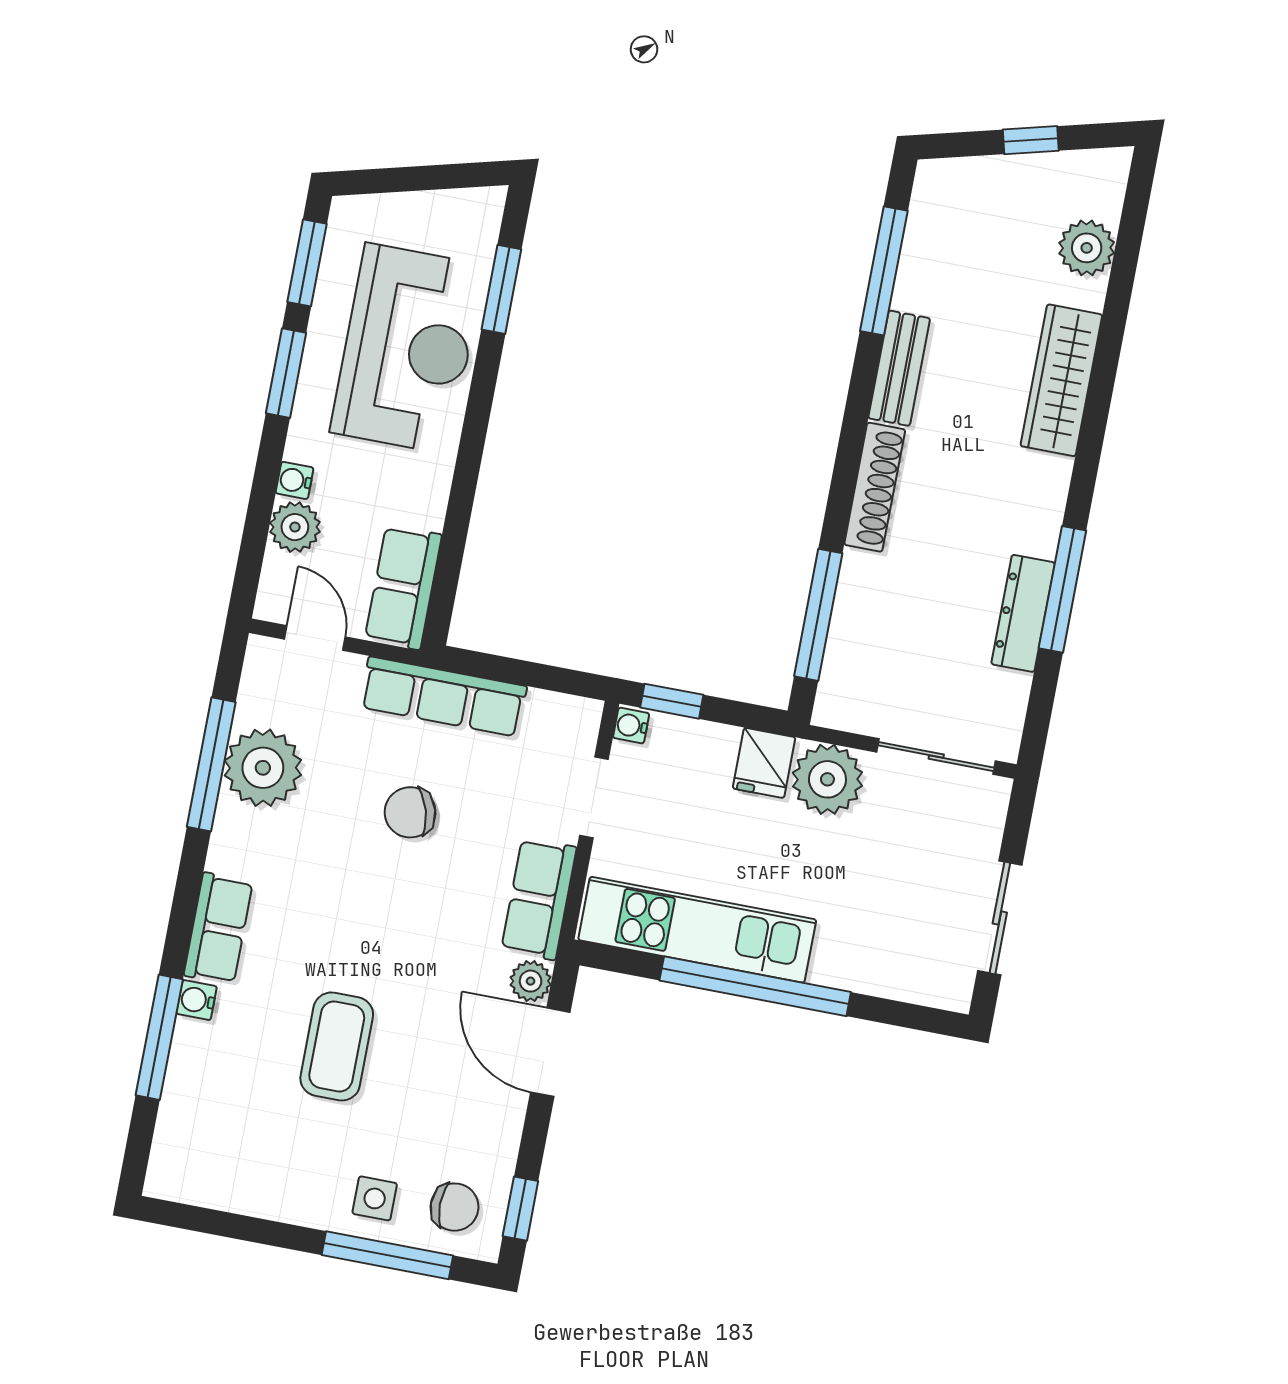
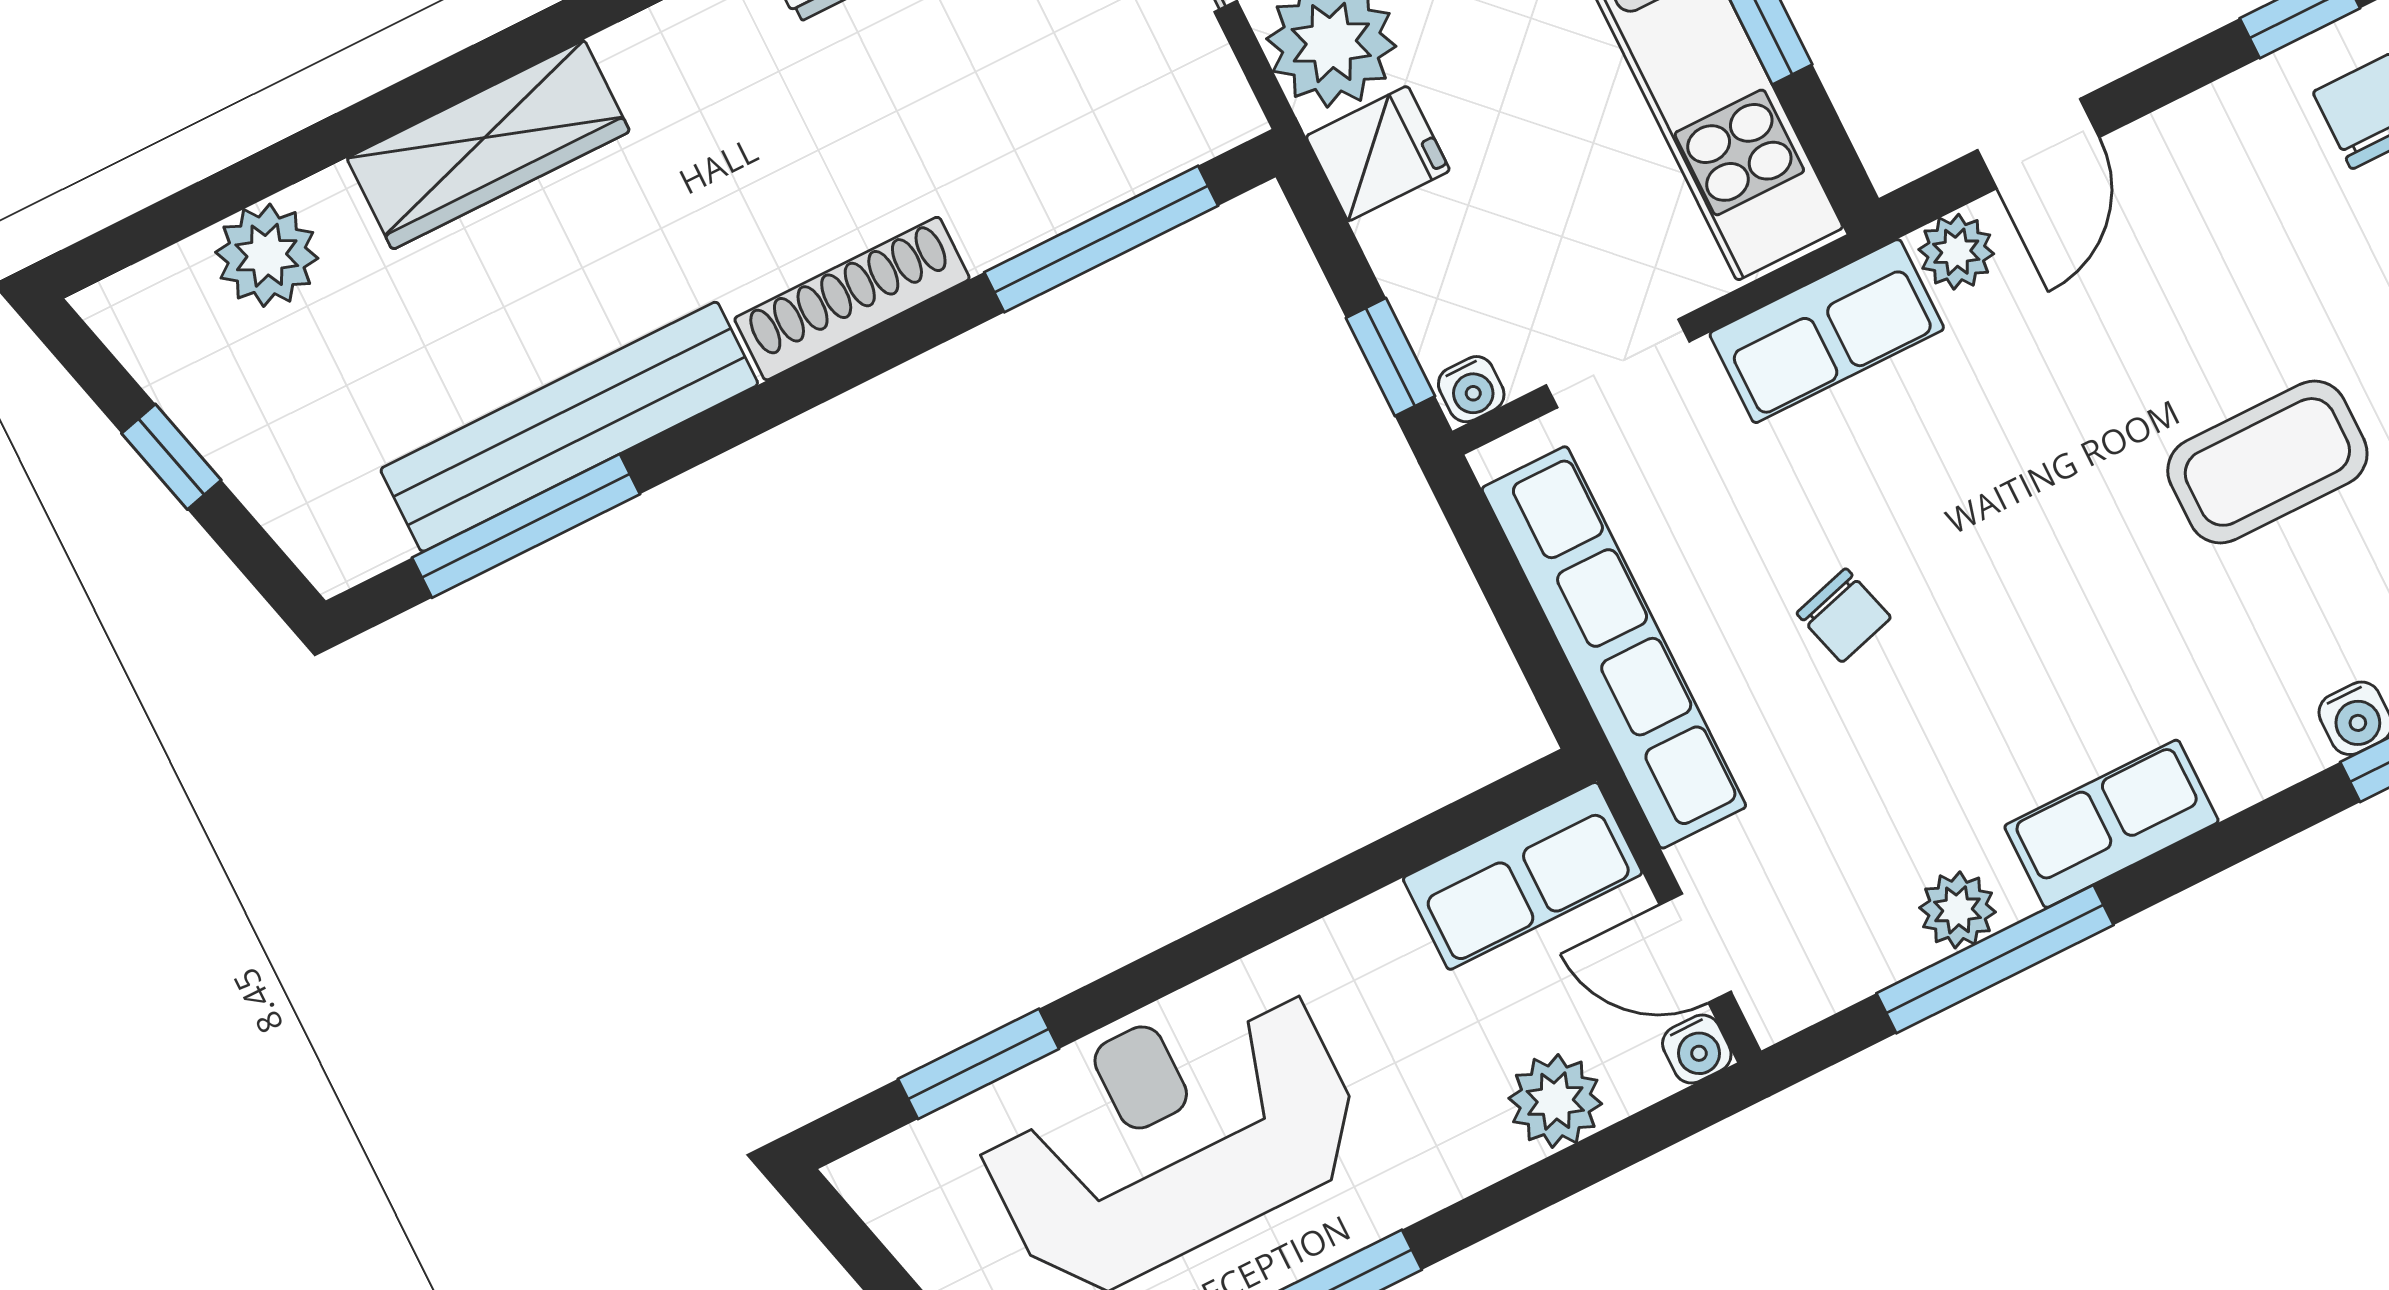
bench: (899, 368) -> (569, 427), width x1.86, depth x1.21
water cooler: (295, 480) -> (1697, 1049), moved
door: (315, 638) -> (1695, 948), hinge flipped
row of seats: (443, 697) -> (1614, 647), width x1.36
plant: (263, 768) -> (1958, 910), width x0.53, depth x0.53
chair: (410, 812) -> (1844, 615), width x0.73, depth x0.73
row of seats: (218, 928) -> (2112, 824), moved
door: (550, 1052) -> (2038, 144), width x0.73

